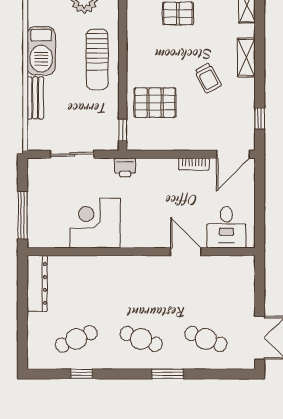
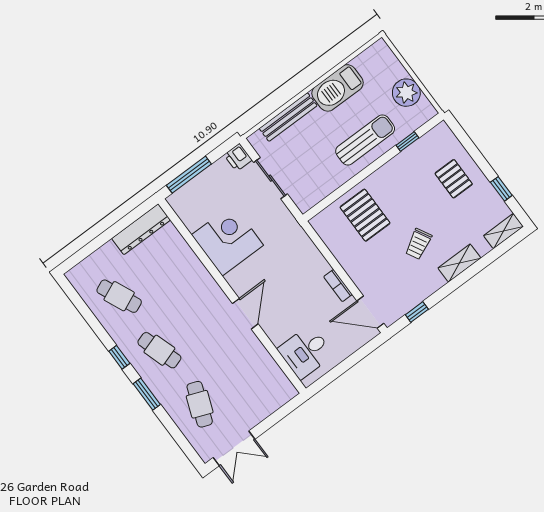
sun lounger: (97, 59) -> (365, 140), turned 180
bench: (35, 98) -> (288, 117), width x1.36
window: (123, 130) -> (407, 142), moved
printer: (125, 167) -> (238, 157), moved
door: (186, 252) -> (245, 314), moved
cafe table: (141, 339) -> (159, 350), turned -39
window: (82, 374) -> (119, 357), moved

